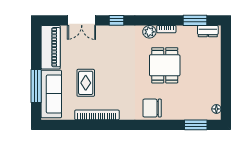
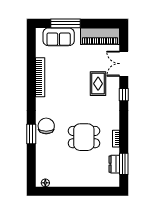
dresser: (208, 31) -> (114, 164), moved
plant: (149, 32) -> (114, 124), removed
rug: (86, 83) -> (98, 84), moved, turned 90
sofa: (51, 94) -> (59, 37), width x0.73
window: (196, 125) -> (31, 134), moved

